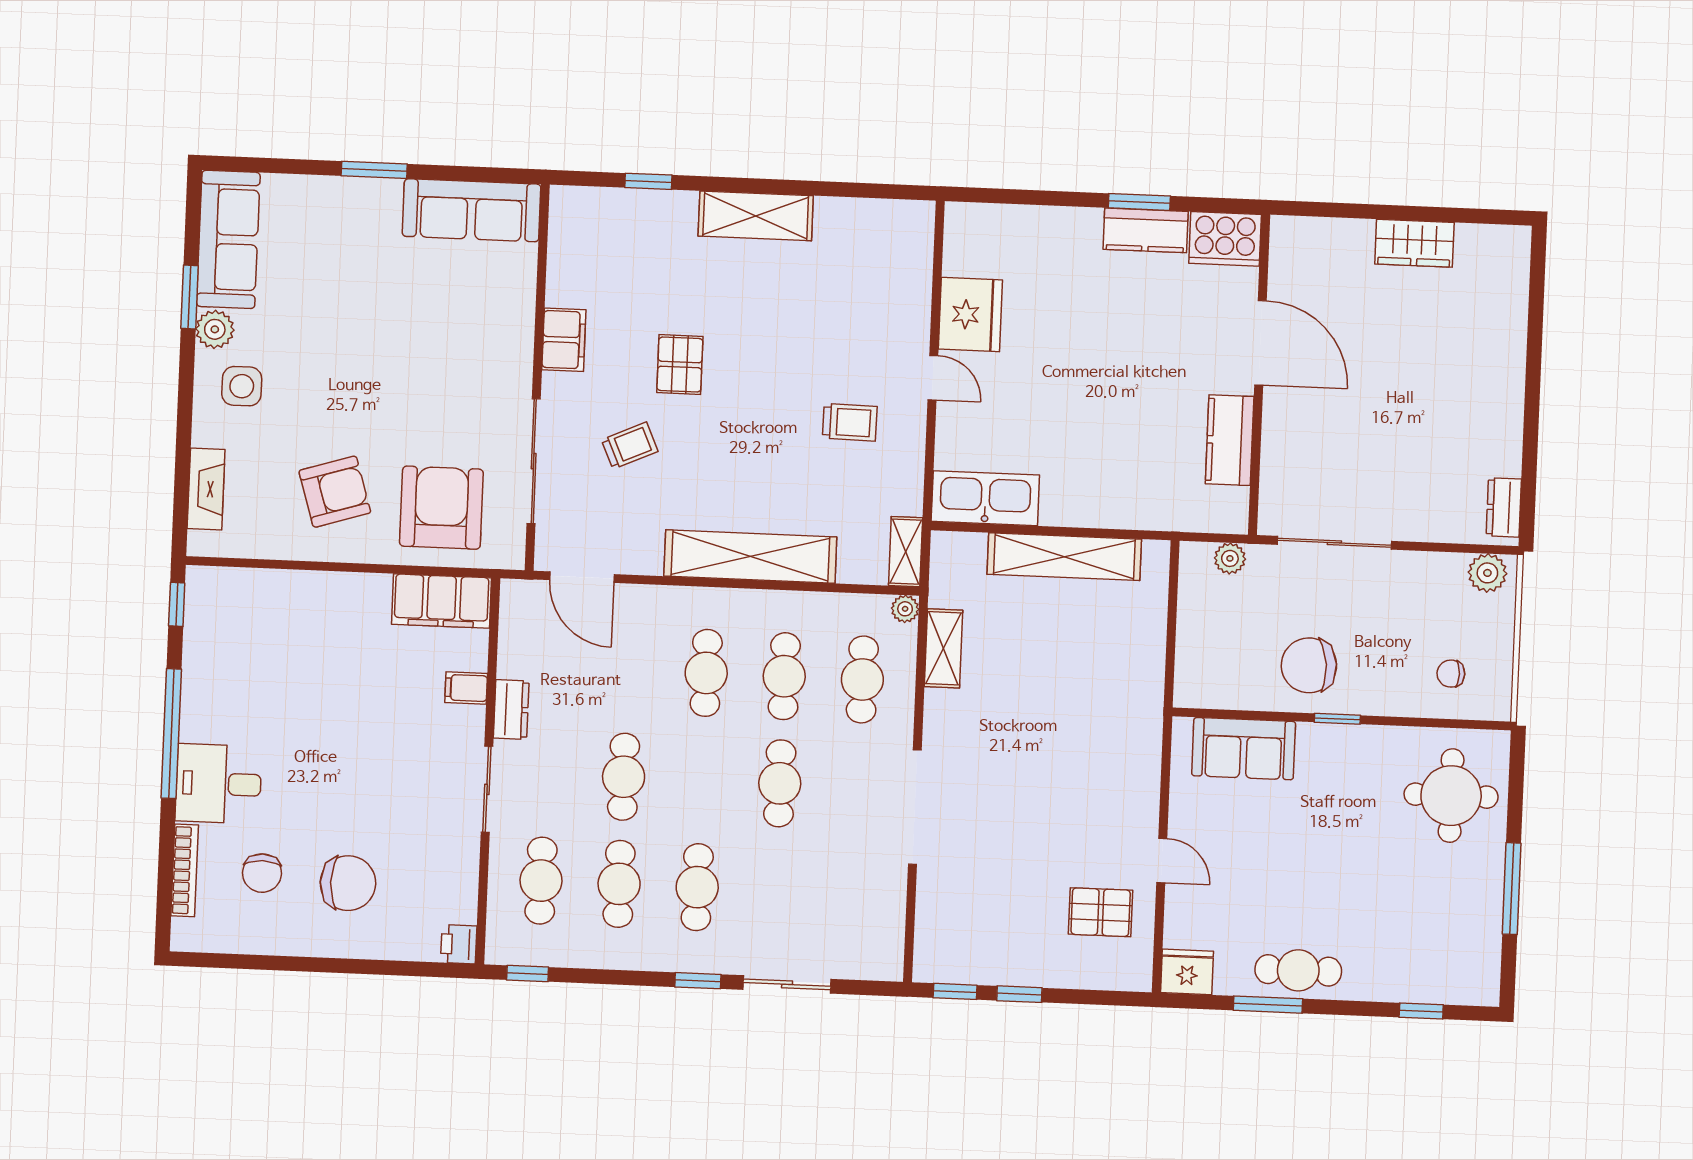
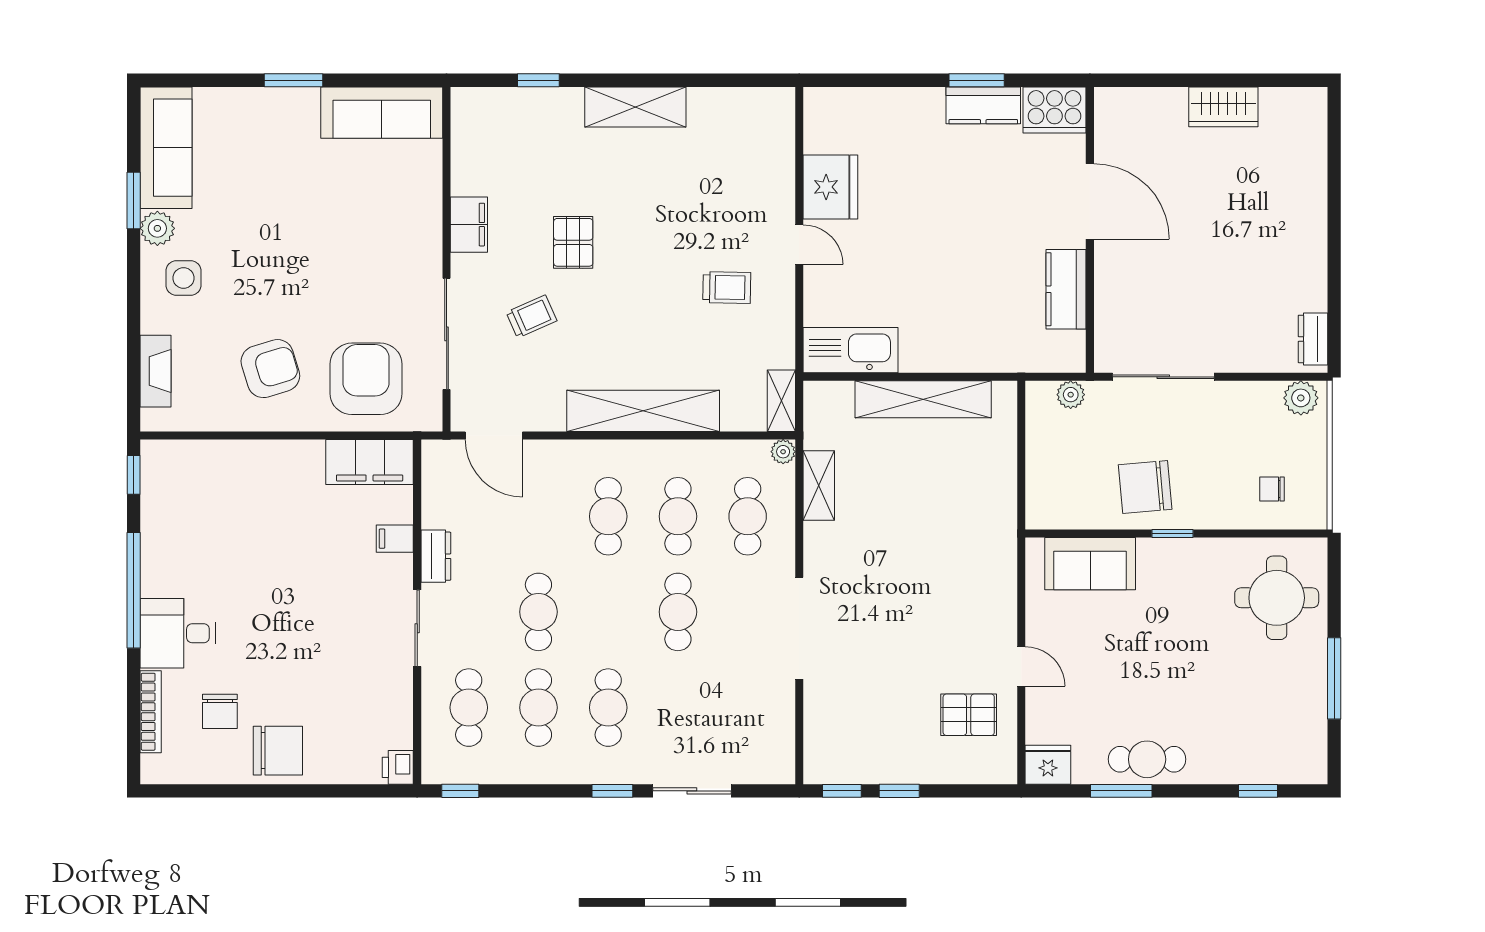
chair: (348, 883) -> (278, 751), moved

